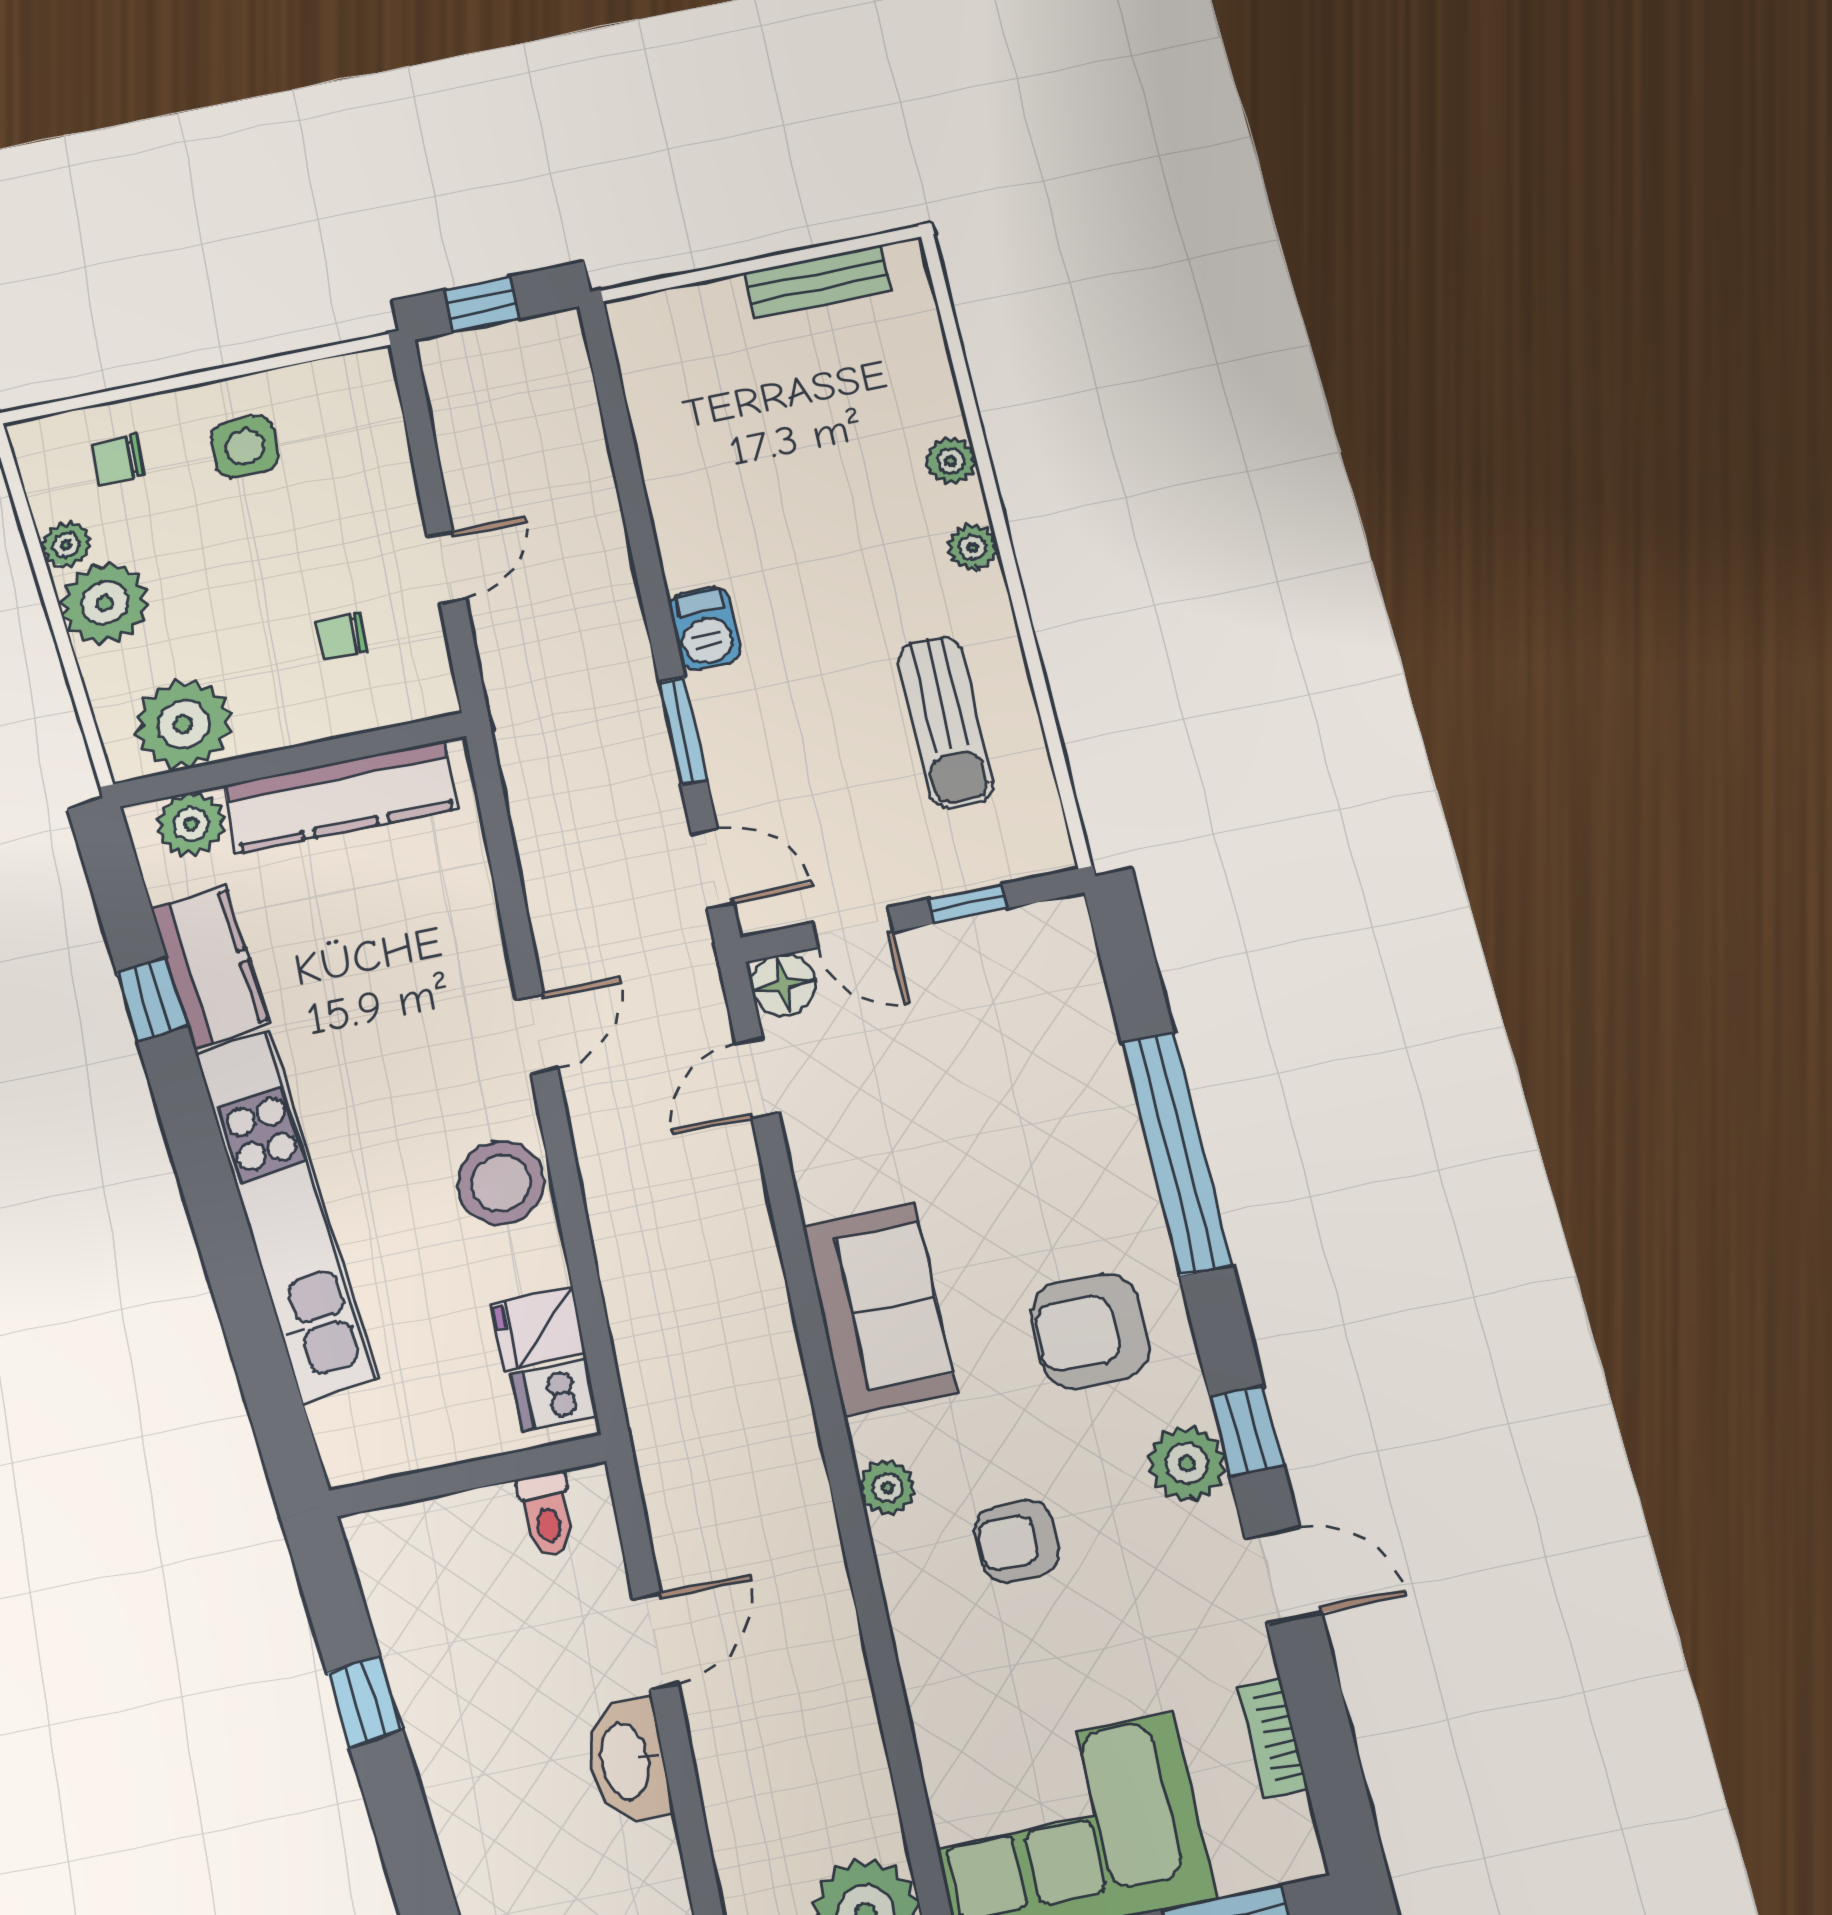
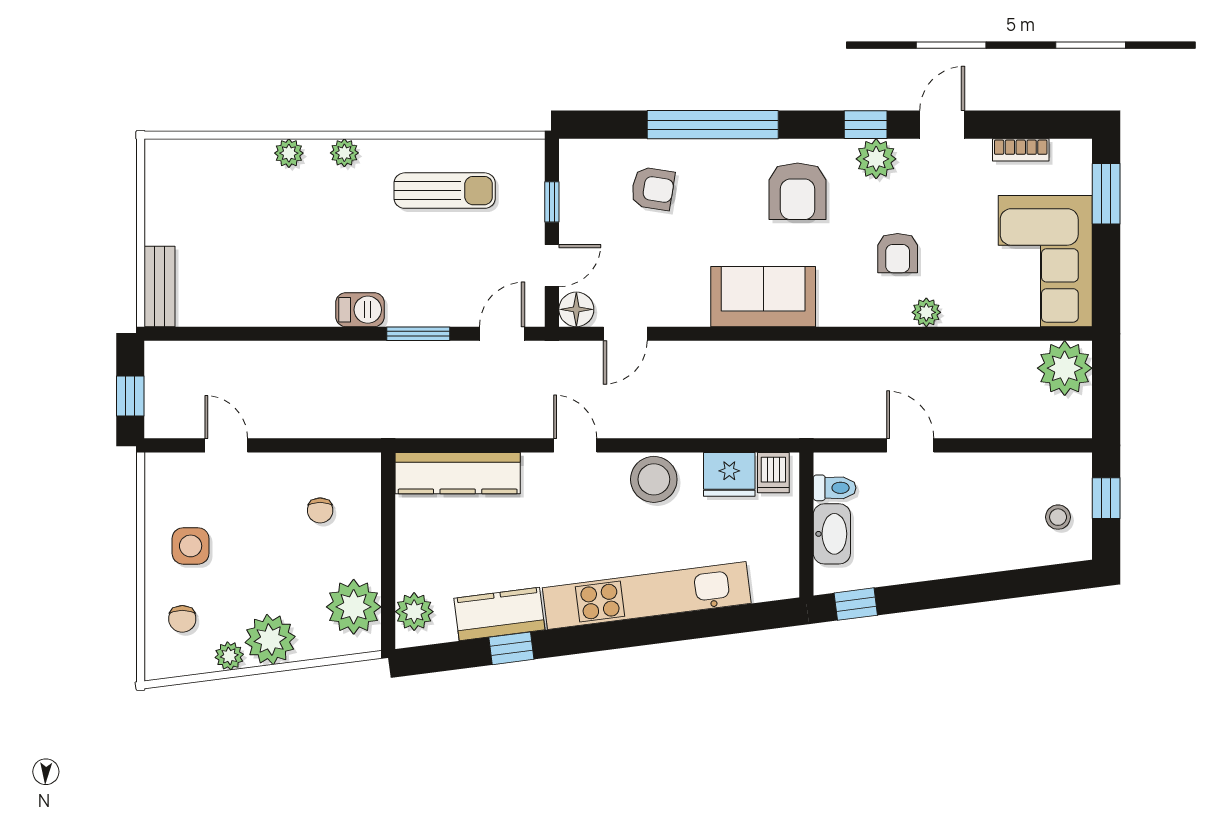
bench: (818, 281) -> (160, 286), moved
door: (446, 568) -> (226, 445), moved
kitchen counter: (341, 797) -> (458, 473), moved, turned 90
armchair: (1033, 1072) -> (653, 189), added
door: (757, 1078) -> (625, 334), hinge flipped
fridge: (538, 1328) -> (729, 474), width x1.38
plant: (887, 1488) -> (926, 312), moved
window: (365, 1701) -> (856, 604), moved
washbasin: (627, 1761) -> (832, 534), moved, turned -90

